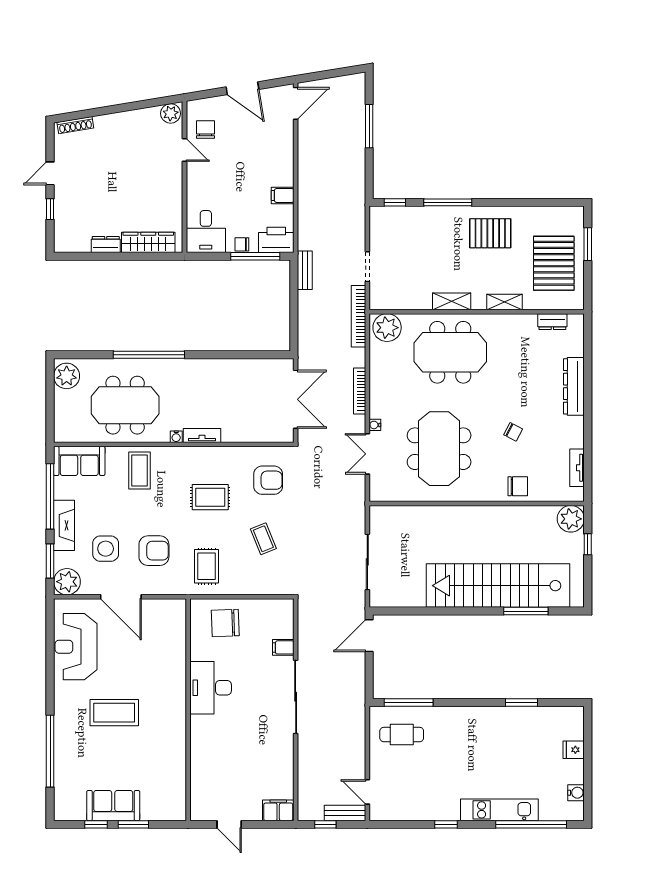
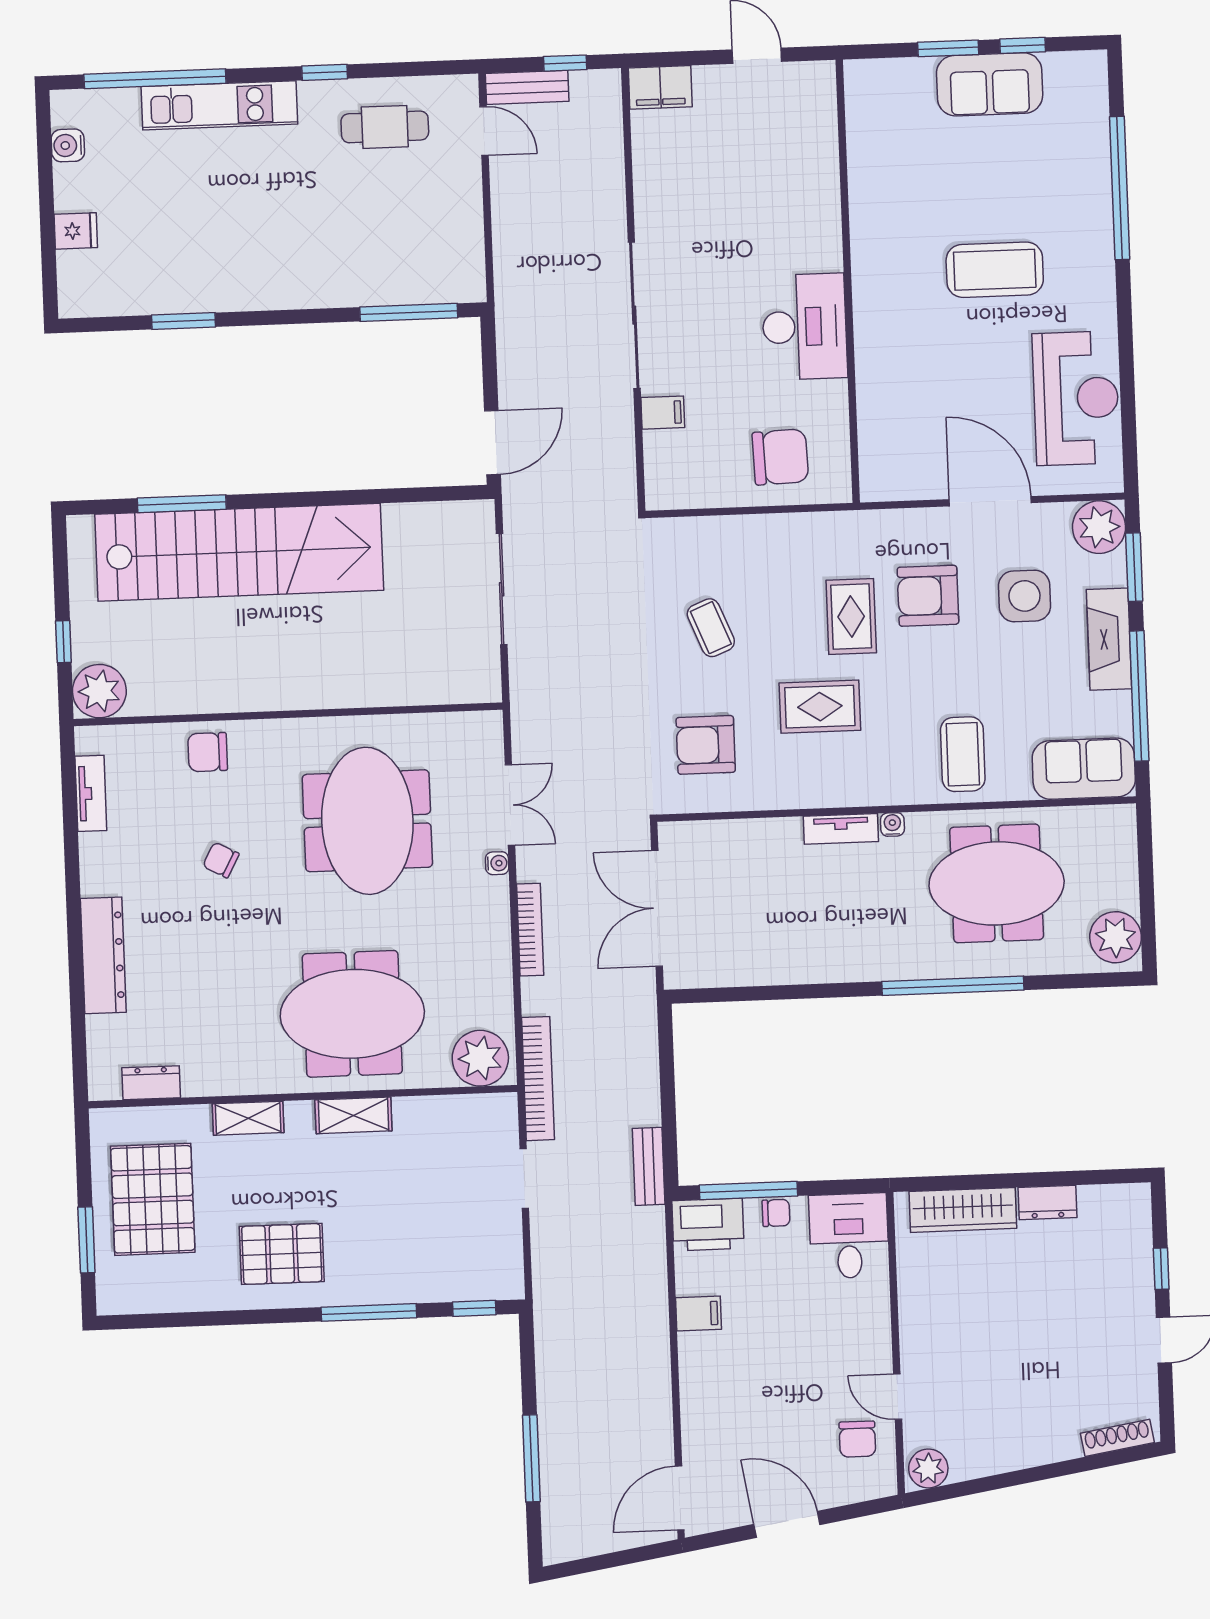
rug: (207, 566) -> (851, 617), moved
cafe table: (402, 735) -> (385, 127), moved

